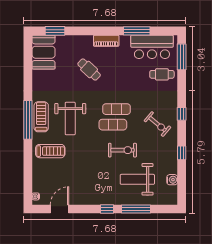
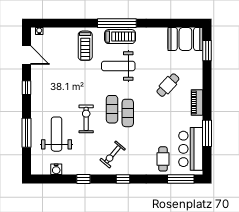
exercise bike: (122, 150) -> (86, 119), turned 180
window: (107, 209) -> (26, 88), moved

